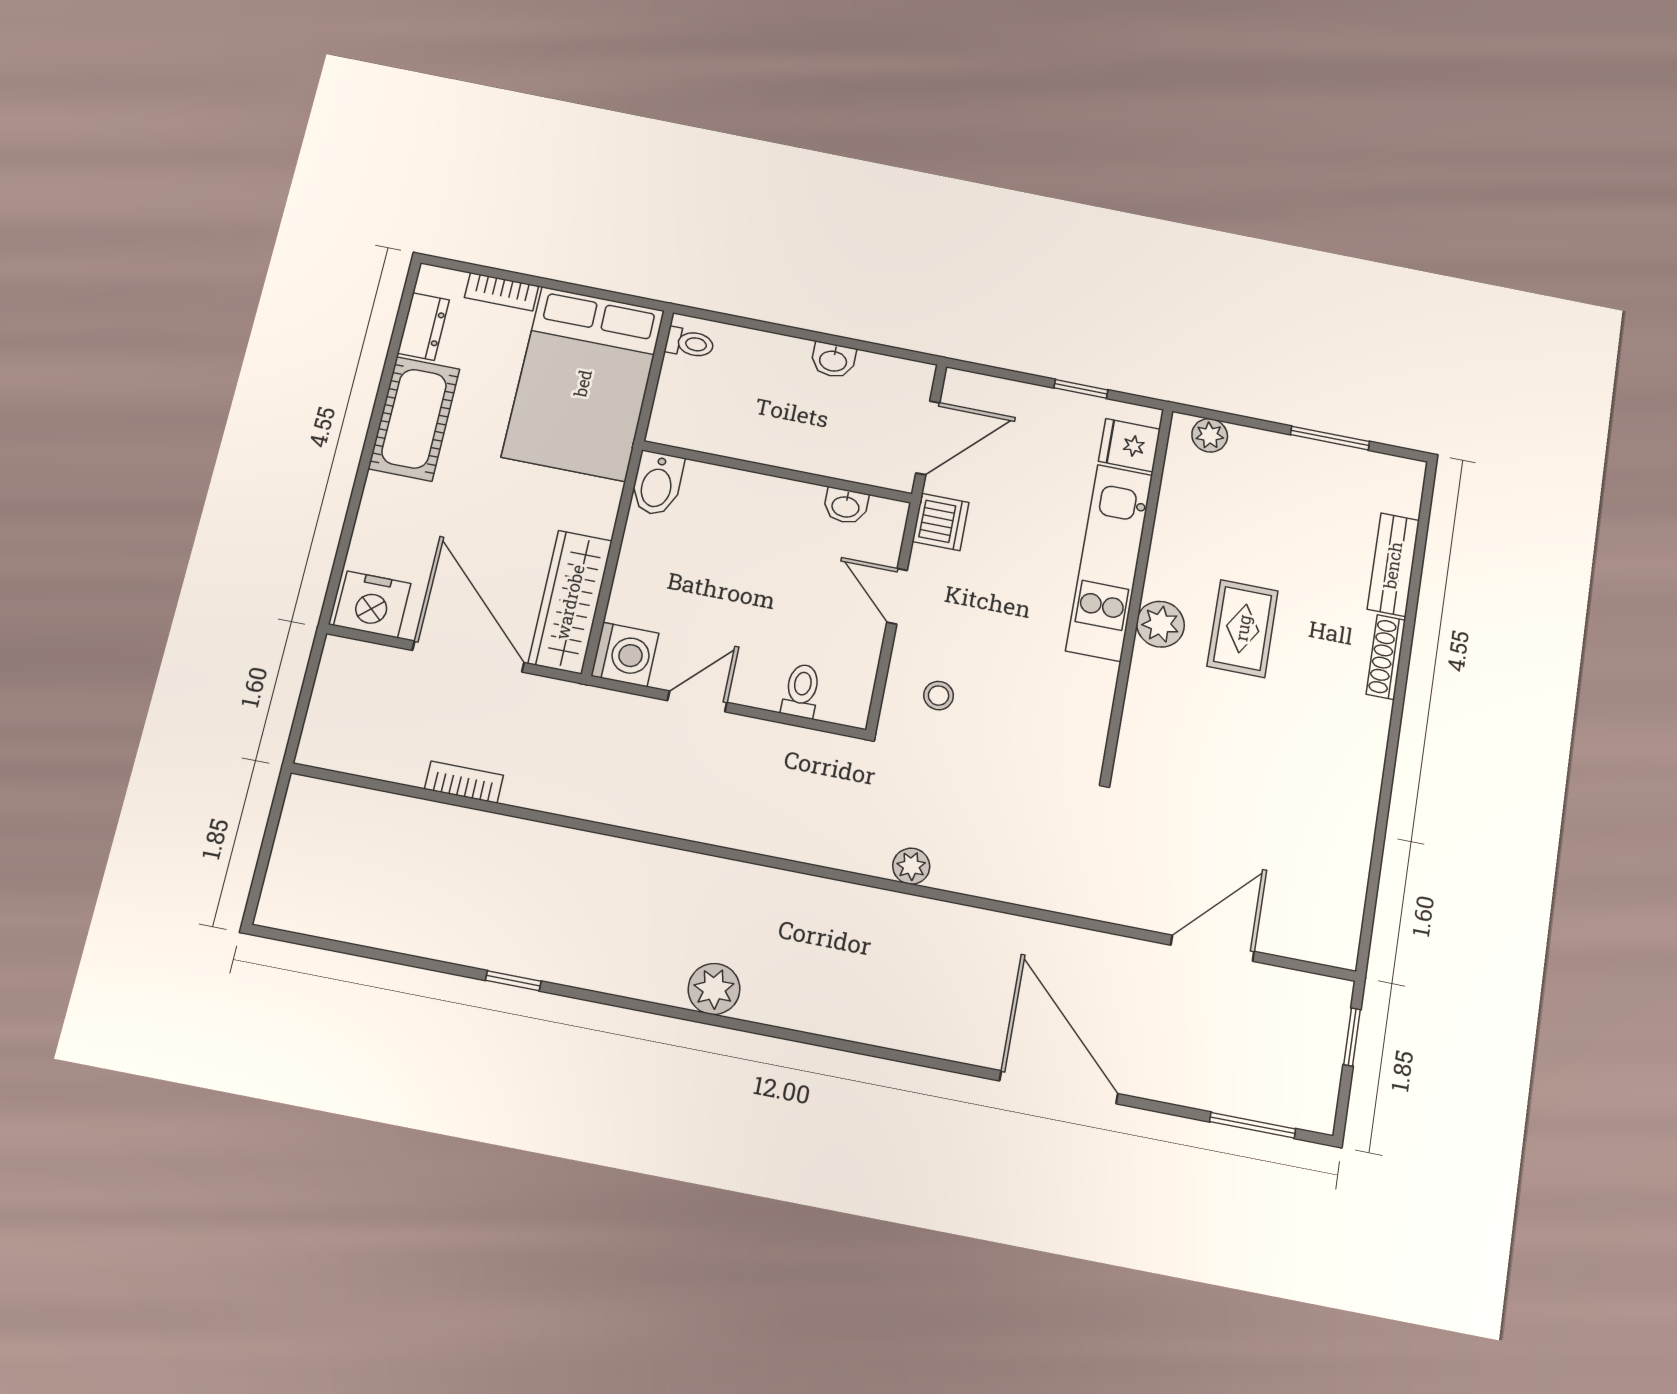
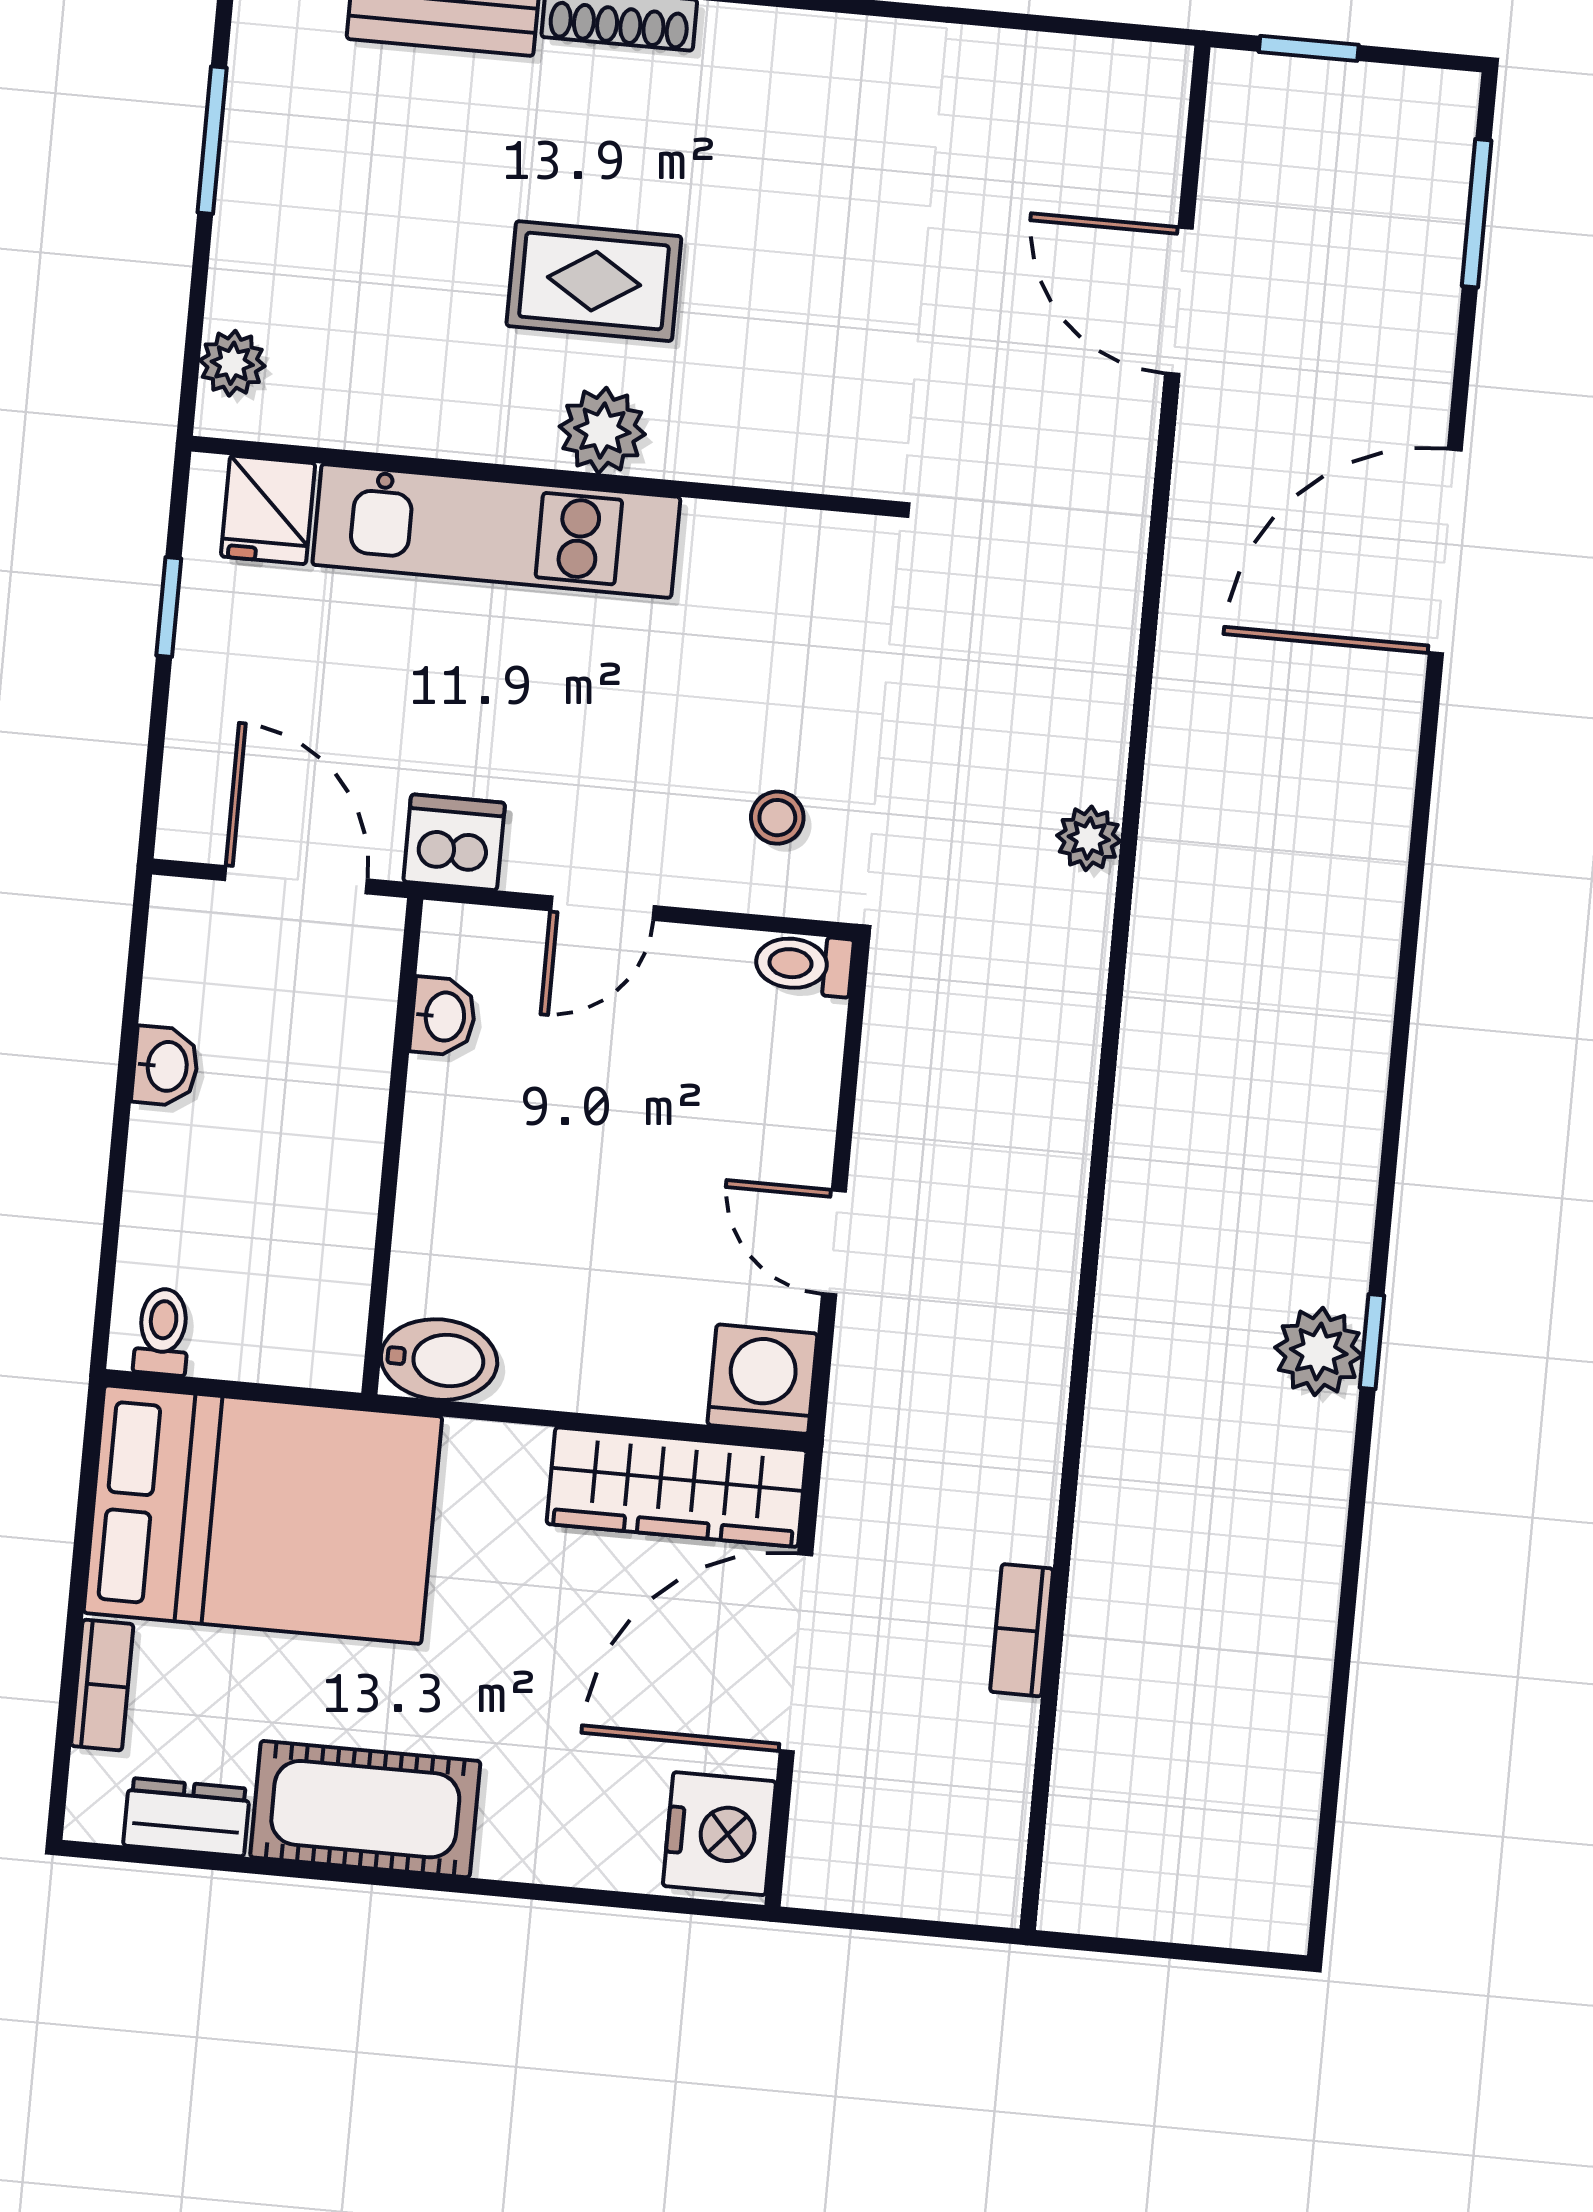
toilet: (801, 691) -> (804, 964), moved
window: (513, 981) -> (1372, 1342), moved
plant: (714, 989) -> (1319, 1352), moved

